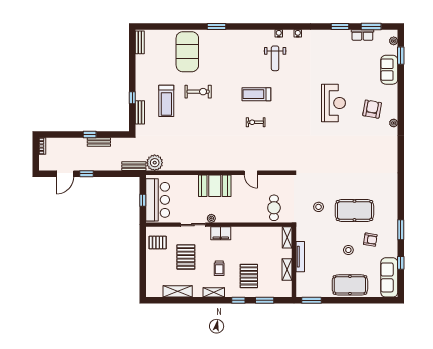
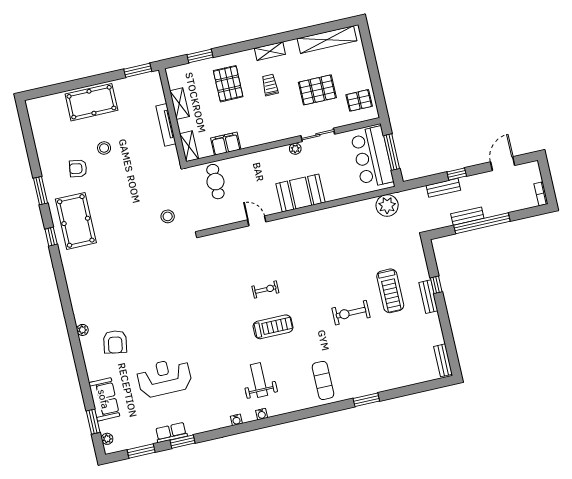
window: (216, 27) -> (366, 400), moved
row of seats: (362, 35) -> (171, 432), moved
exercise mat: (187, 52) -> (323, 380), moved, width x0.50, depth x0.69
treadmill: (166, 101) -> (390, 291), turned 180
reception desk: (333, 103) -> (164, 378), moved, turned 90
bench: (140, 112) -> (428, 297), moved
window: (90, 134) -> (482, 223), width x3.17
bench: (134, 166) -> (443, 188), moved
window: (87, 174) -> (457, 174), moved
window: (143, 200) -> (392, 152), width x2.17
stool: (319, 207) -> (168, 216), moved
pool table: (354, 210) -> (76, 221), moved, turned 90
filing cabinet: (221, 233) -> (226, 144), moved
pallet: (186, 257) -> (317, 90), turned 90
window: (401, 263) -> (51, 237), moved
sofa: (389, 277) -> (42, 124), removed
shelving: (178, 291) -> (327, 40), width x1.47
window: (238, 300) -> (235, 48), removed

